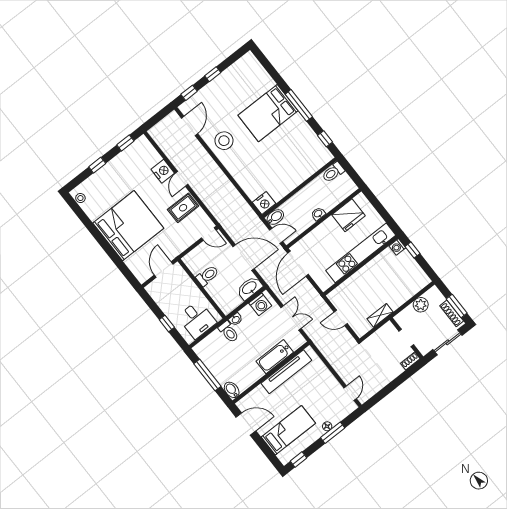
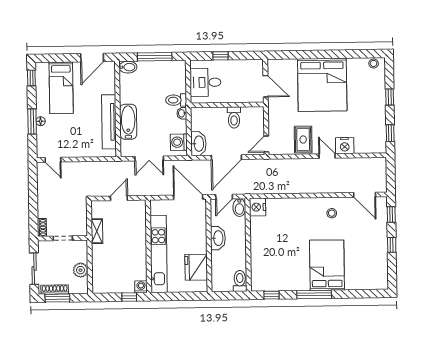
stool: (224, 141) -> (332, 213), width x0.53, depth x0.53
washbasin: (318, 214) -> (218, 238), width x1.91, depth x1.45

